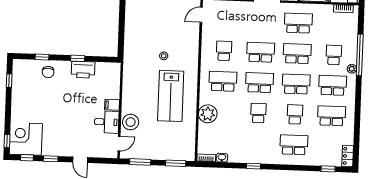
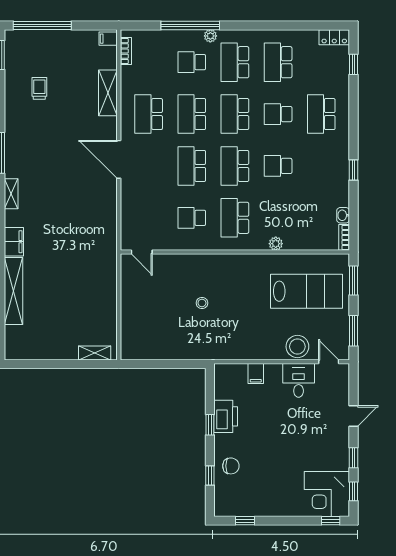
lab bench: (171, 96) -> (307, 291), moved
filing cabinet: (112, 105) -> (256, 374), moved
plant: (208, 114) -> (276, 244), width x0.53, depth x0.53

